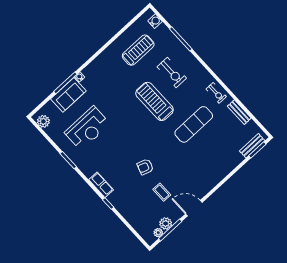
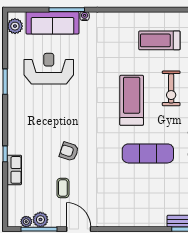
treadmill: (138, 50) -> (159, 40), turned 180
sofa: (68, 95) -> (52, 23), width x1.36
reception desk: (87, 128) -> (49, 69), turned 180
row of seats: (101, 185) -> (14, 170), moved

